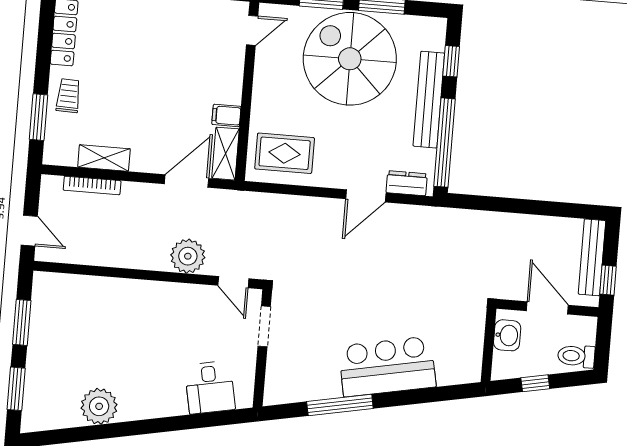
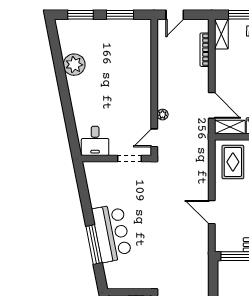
shelving: (104, 158) -> (221, 34), moved
dresser: (407, 183) -> (221, 236), removed
plant: (188, 256) -> (163, 115), width x0.53, depth x0.53
desk: (210, 387) -> (95, 141), moved, turned -79
window: (340, 405) -> (94, 244), moved

